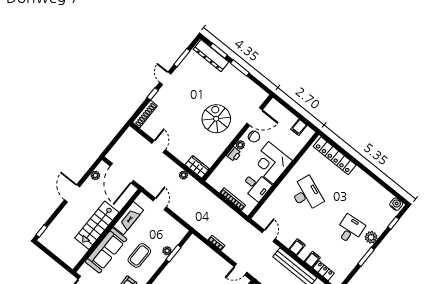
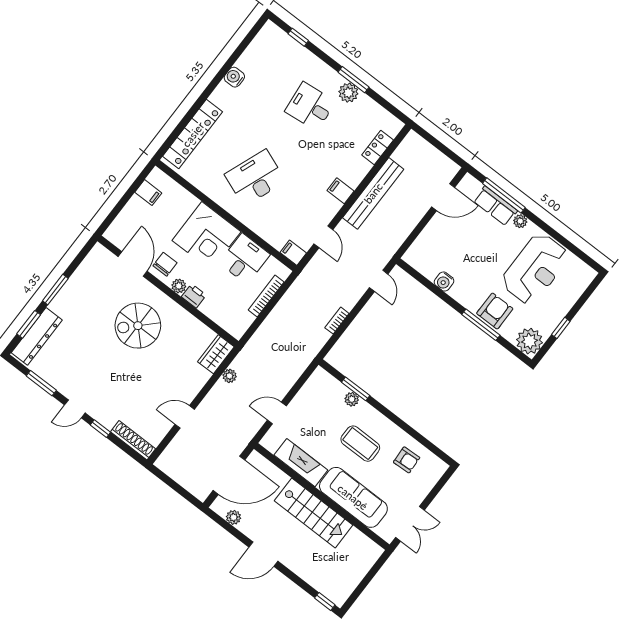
water cooler: (396, 204) -> (234, 77), moved
door: (269, 236) -> (323, 237), swing flipped
plant: (371, 237) -> (348, 93), moved
filing cabinet: (312, 260) -> (293, 253), moved

